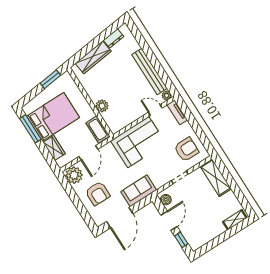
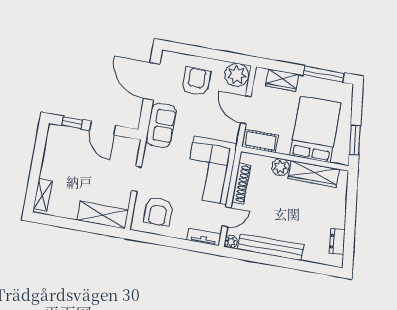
wardrobe: (93, 57) -> (314, 174), moved, turned -83
bed: (53, 117) -> (315, 129), moved, turned 180
shoe rack: (130, 119) -> (241, 184), added
armchair: (98, 193) -> (196, 82), turned 90
boiler: (166, 200) -> (127, 144), removed

